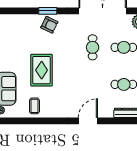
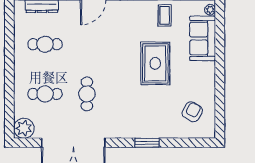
armchair: (49, 25) -> (192, 112), moved, turned 93

